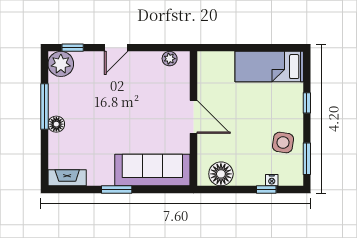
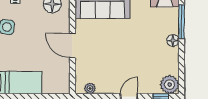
window: (45, 107) -> (181, 22), moved

